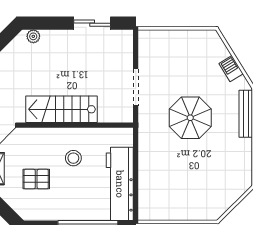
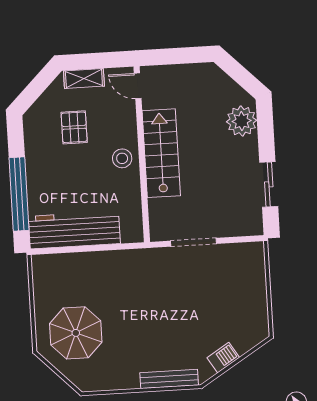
plant: (33, 36) -> (242, 121), width x1.87, depth x1.87
parasol: (190, 118) -> (76, 333), moved
stool: (73, 158) -> (122, 158), moved

